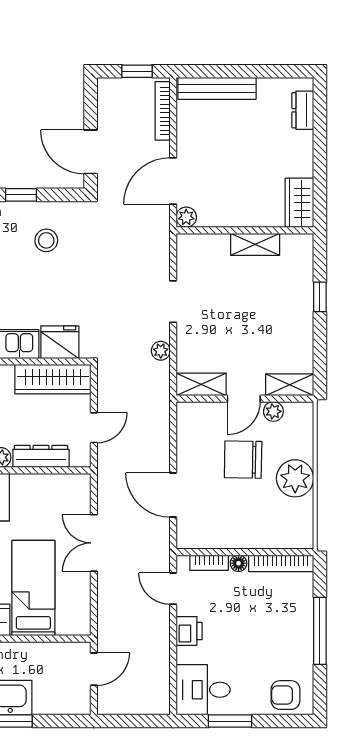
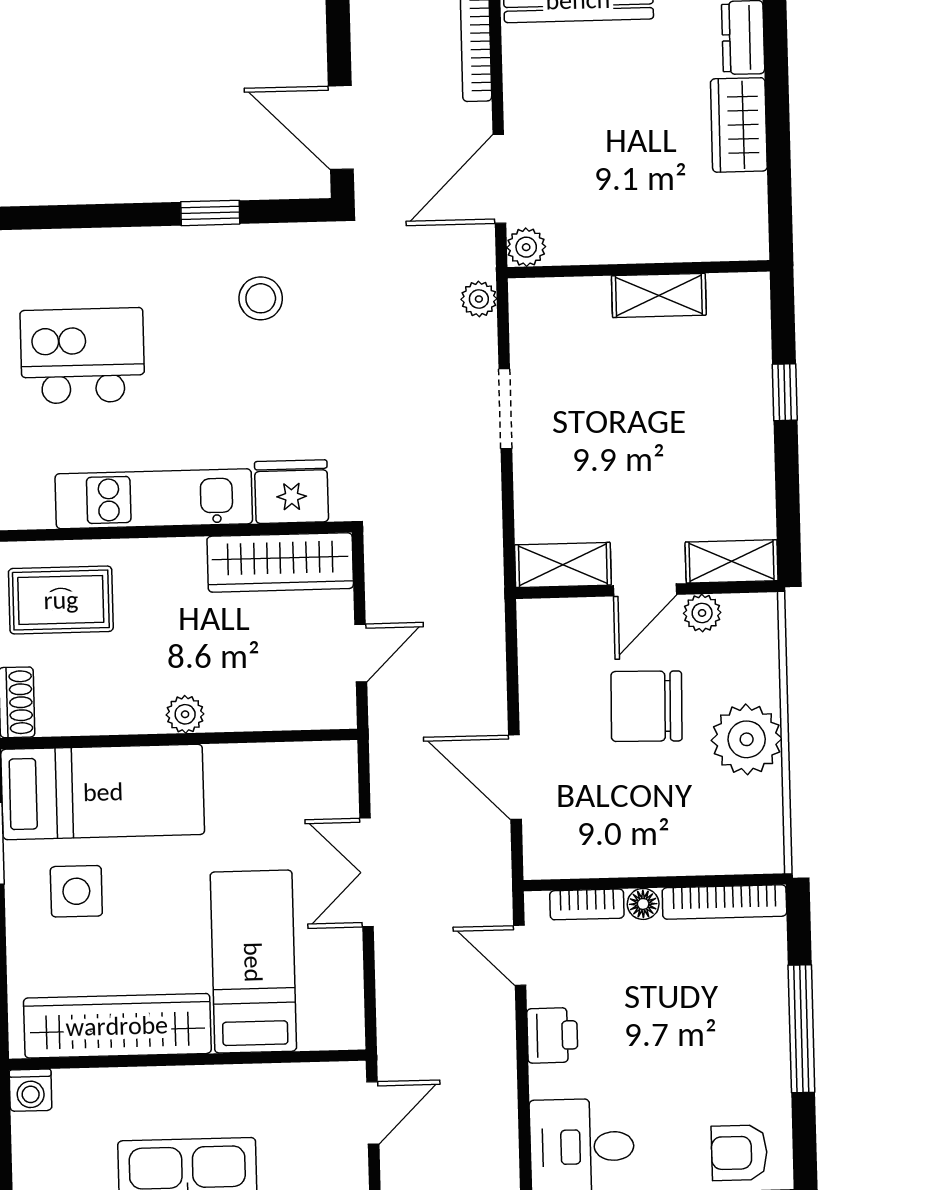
wardrobe: (299, 203) -> (739, 125), moved
plant: (161, 351) -> (479, 299), moved
dresser: (41, 456) -> (261, 710), removed

